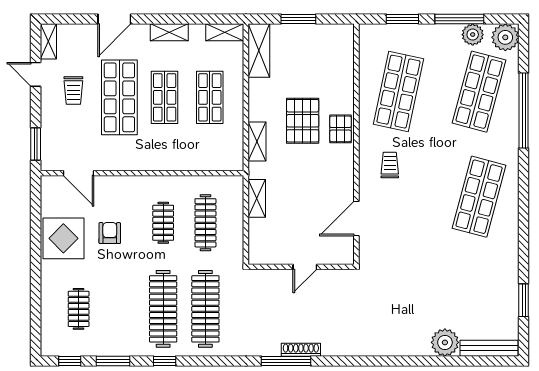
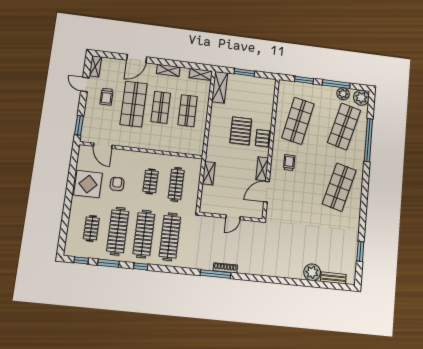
shelving: (257, 141) -> (262, 169), moved
clothes rail: (121, 309) -> (118, 231), added
bench: (489, 348) -> (333, 278), width x0.73

